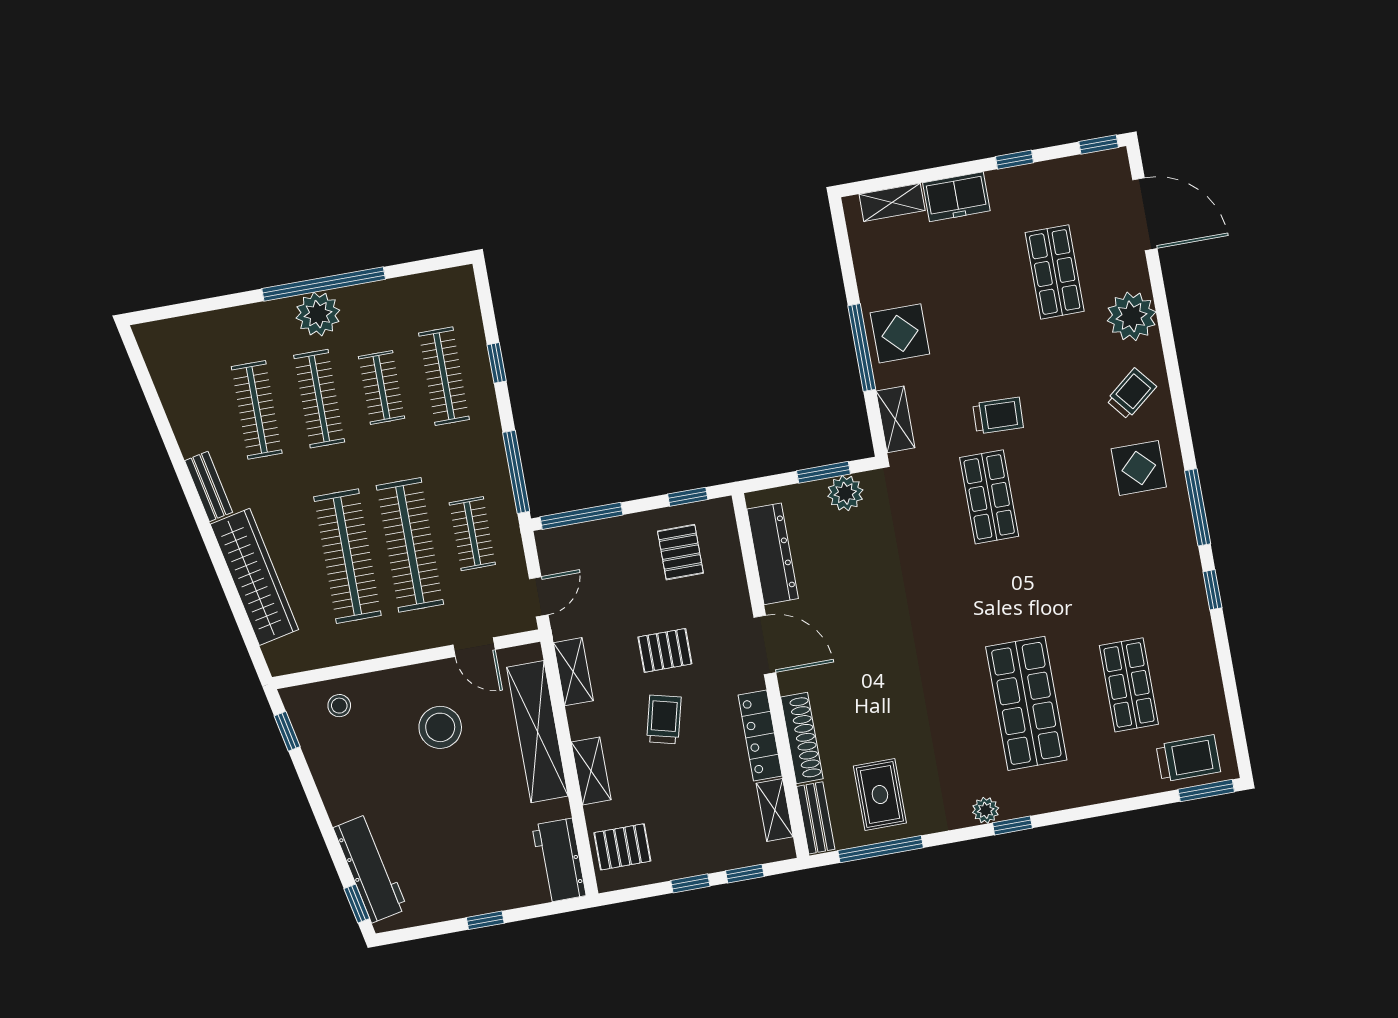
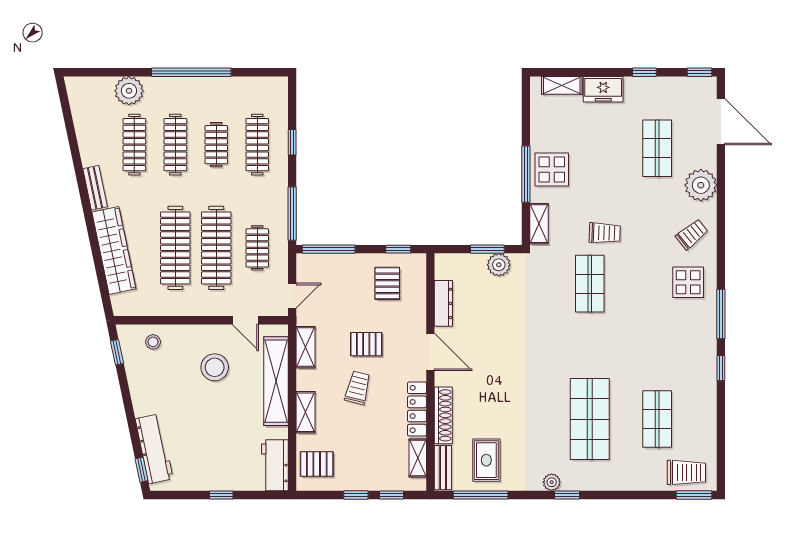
plant: (318, 314) -> (129, 91), moved
dresser: (773, 554) -> (443, 303), width x0.73, depth x0.80

